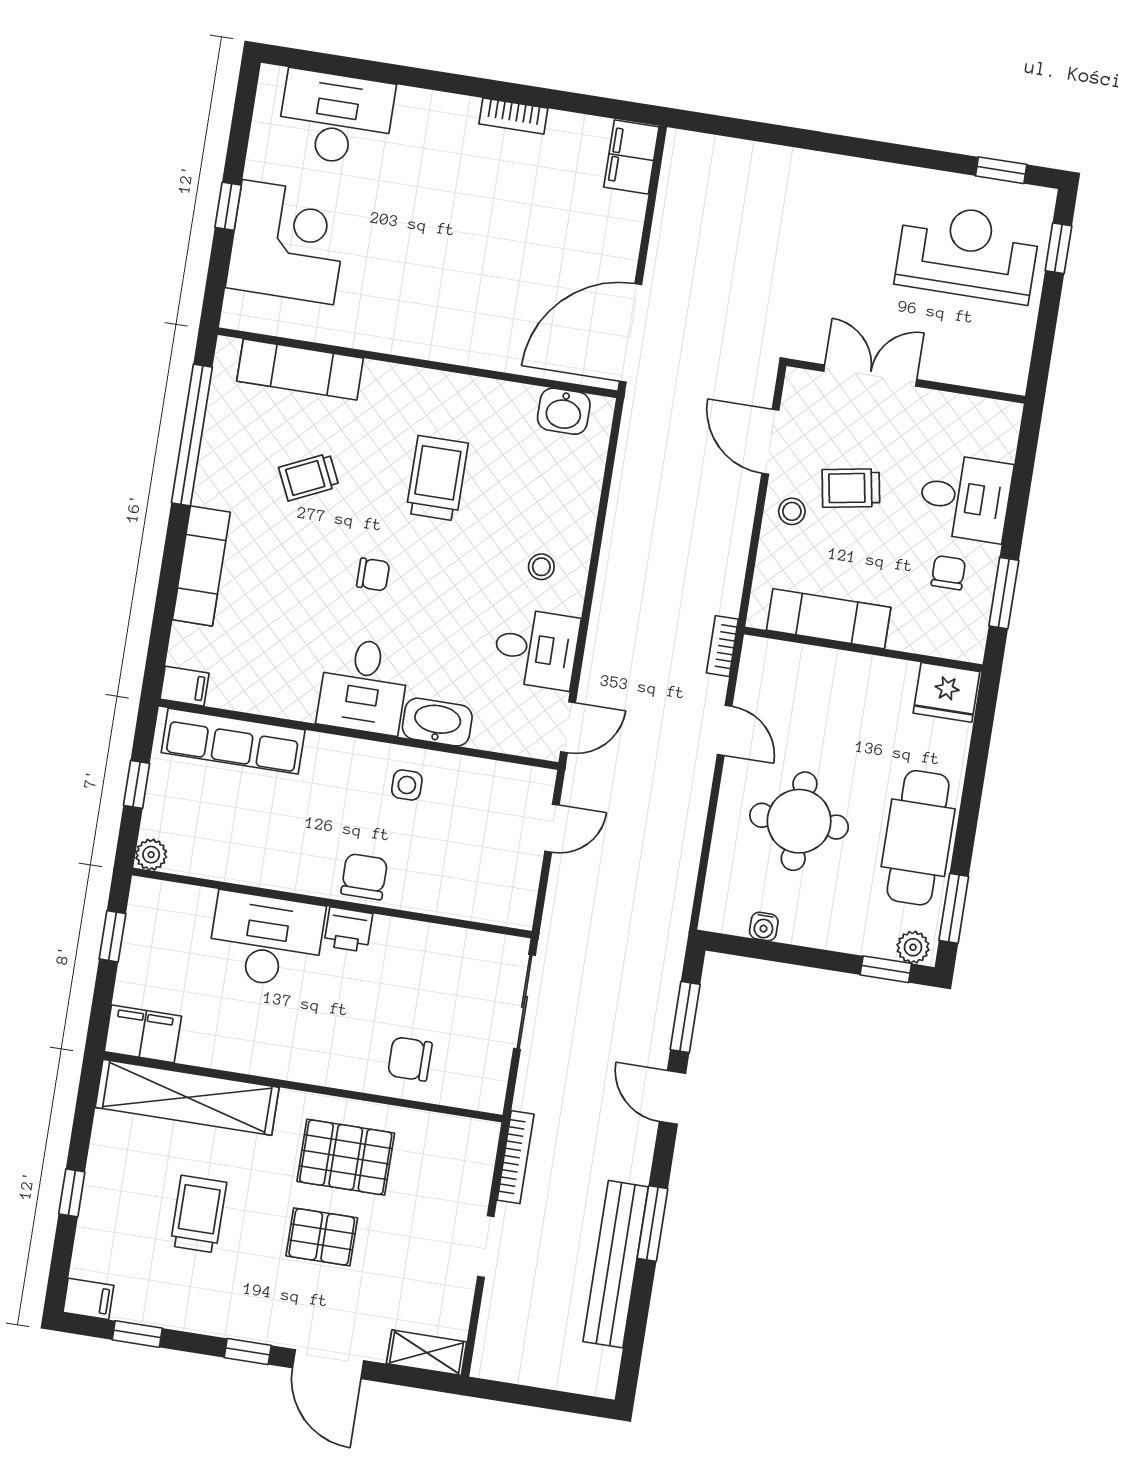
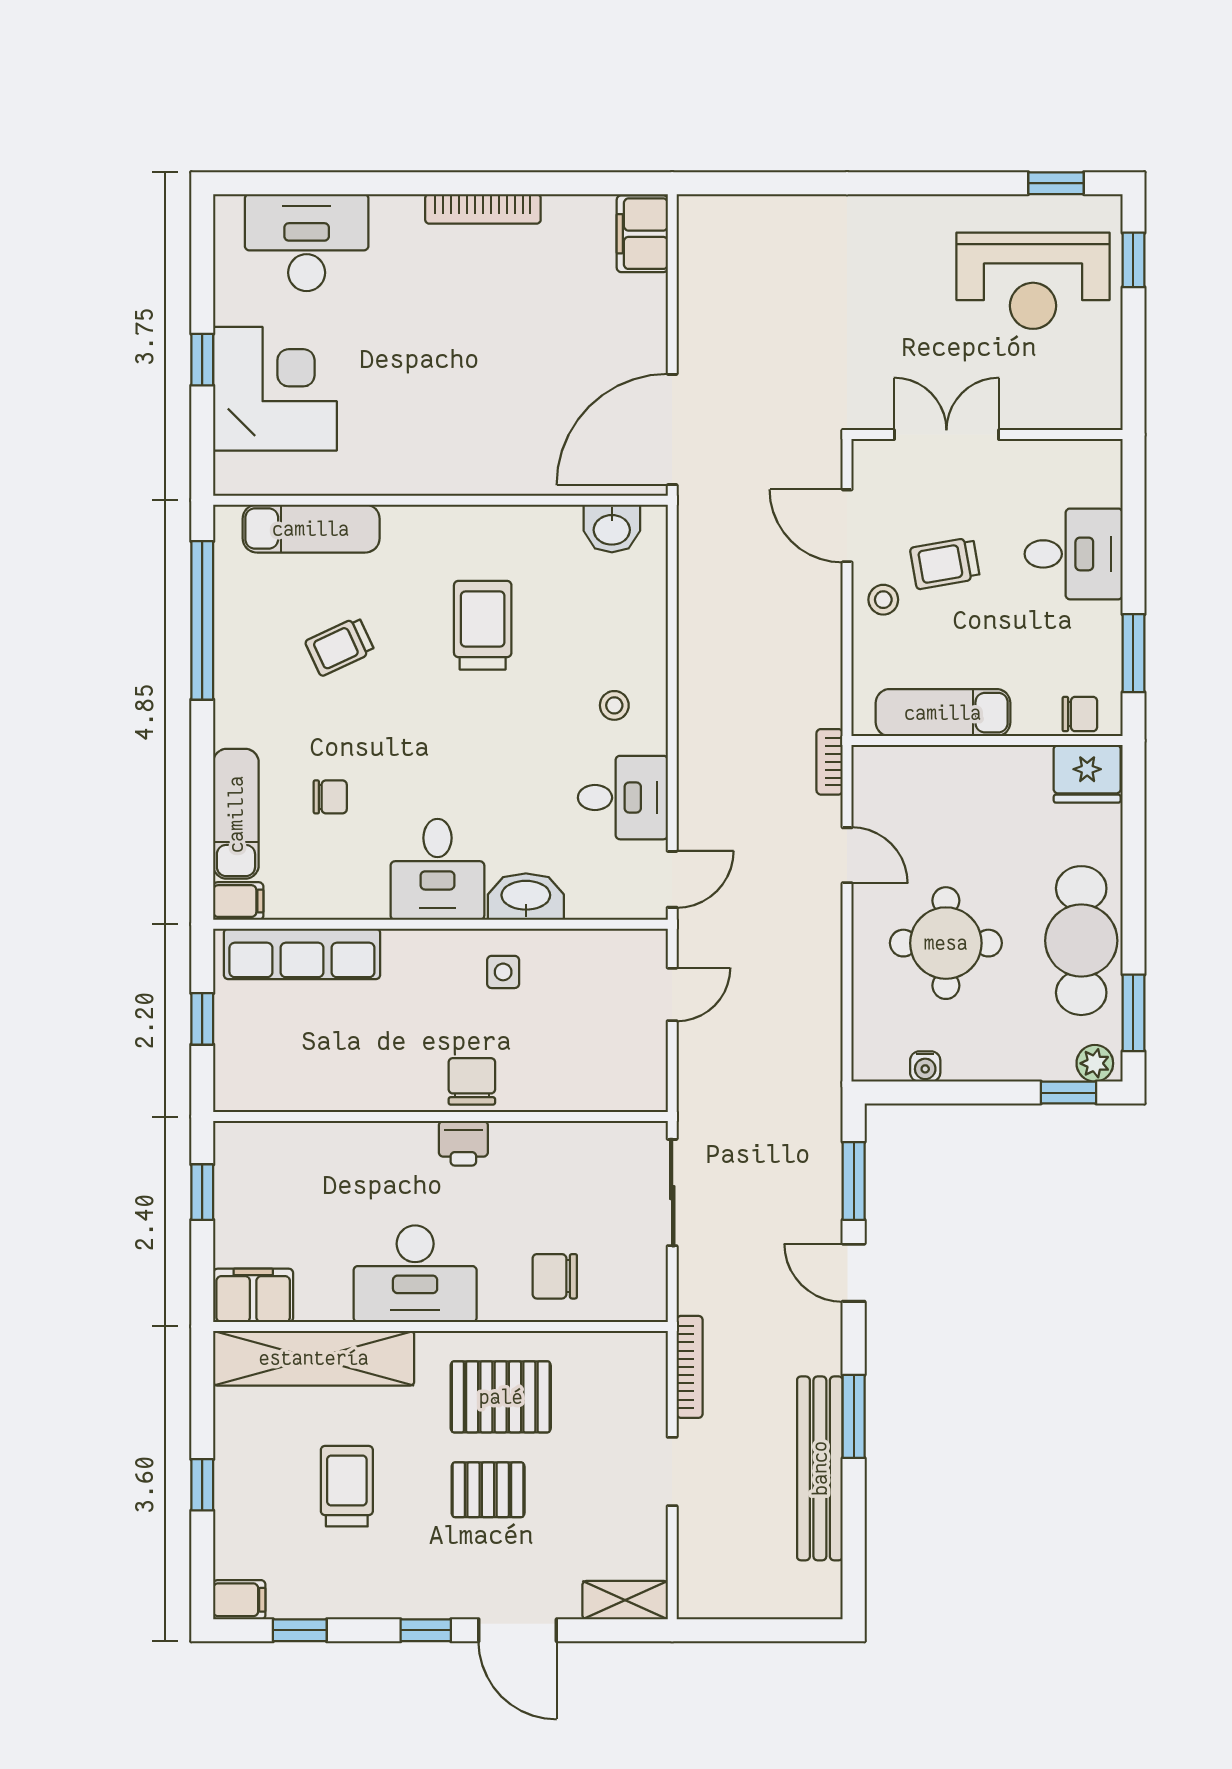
bookcase: (513, 116) -> (483, 209), width x1.56
reception desk: (967, 253) -> (1033, 281), turned 180
exam couch: (201, 566) -> (236, 814), moved
chair: (948, 573) -> (1080, 714), moved, turned 90
chair: (373, 575) -> (330, 797), moved
plant: (151, 855) -> (231, 1095), removed
desk: (266, 940) -> (415, 1274), moved, turned 180

